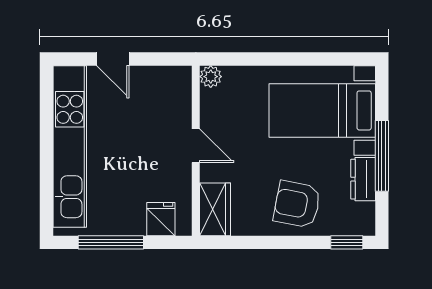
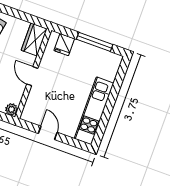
door: (113, 59) -> (48, 133), moved
kitchen unit: (70, 147) -> (94, 111), width x0.73

